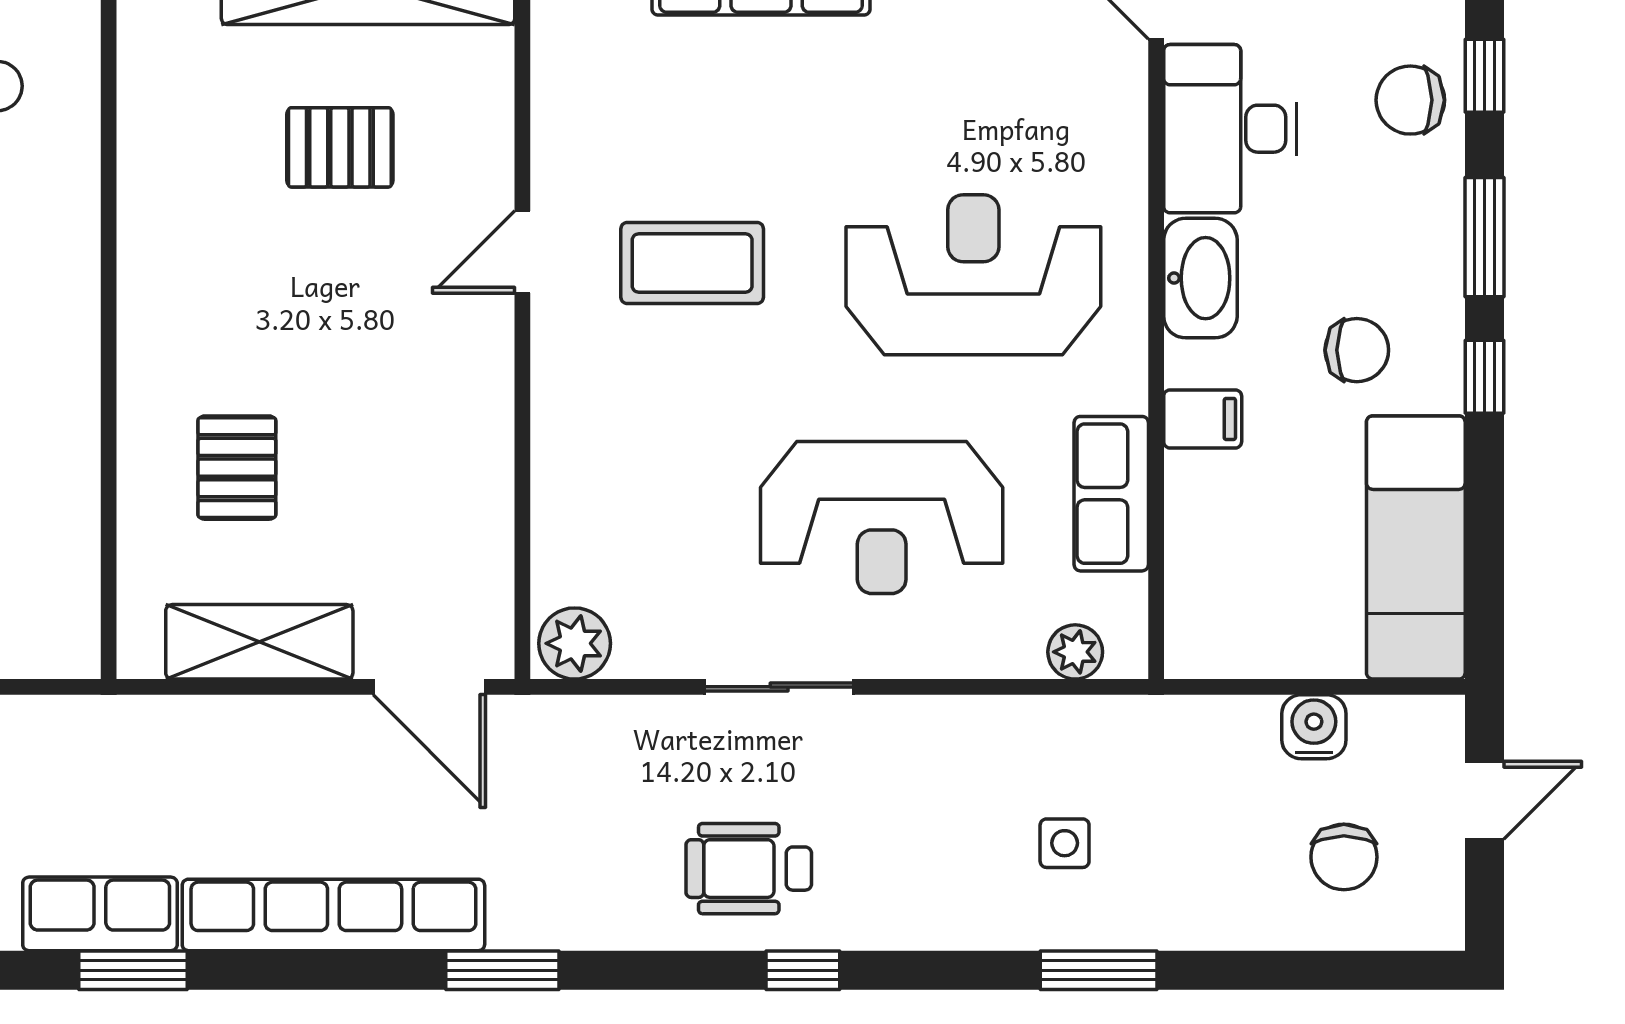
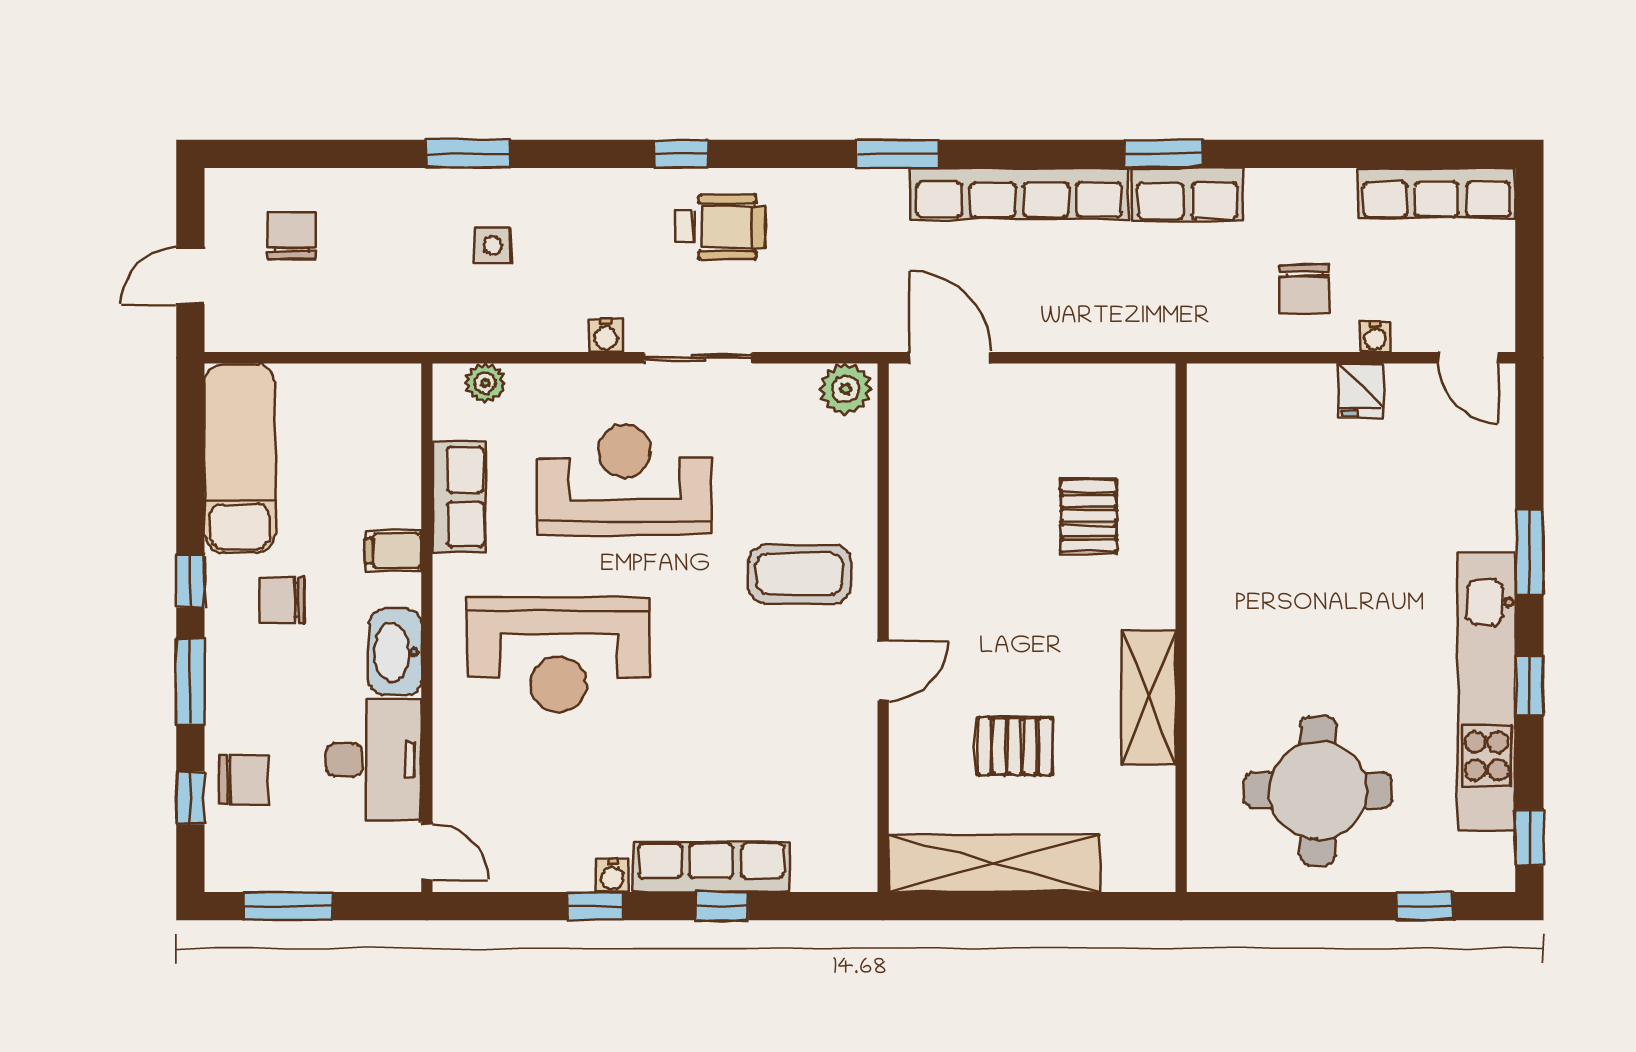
coffee table: (692, 263) -> (800, 574), moved
shelving: (259, 642) -> (1149, 698), moved, turned 90
water cooler: (1314, 727) -> (606, 335), moved, width x0.72, depth x0.72

